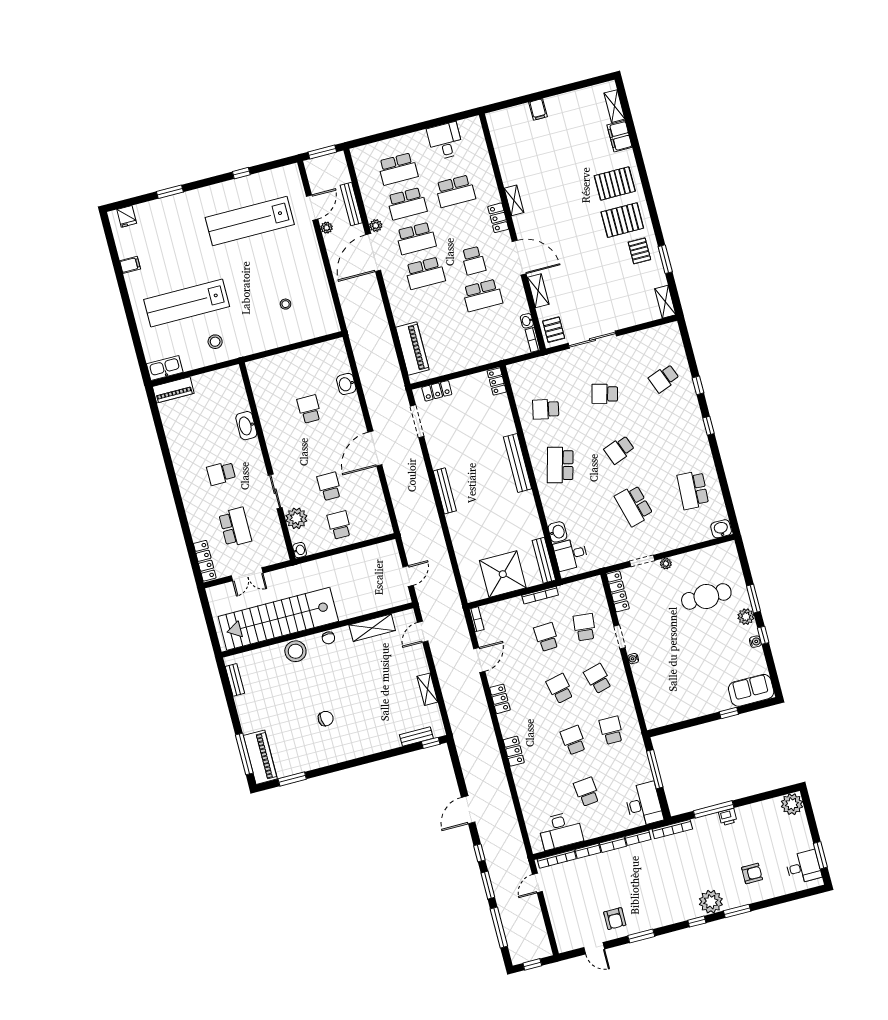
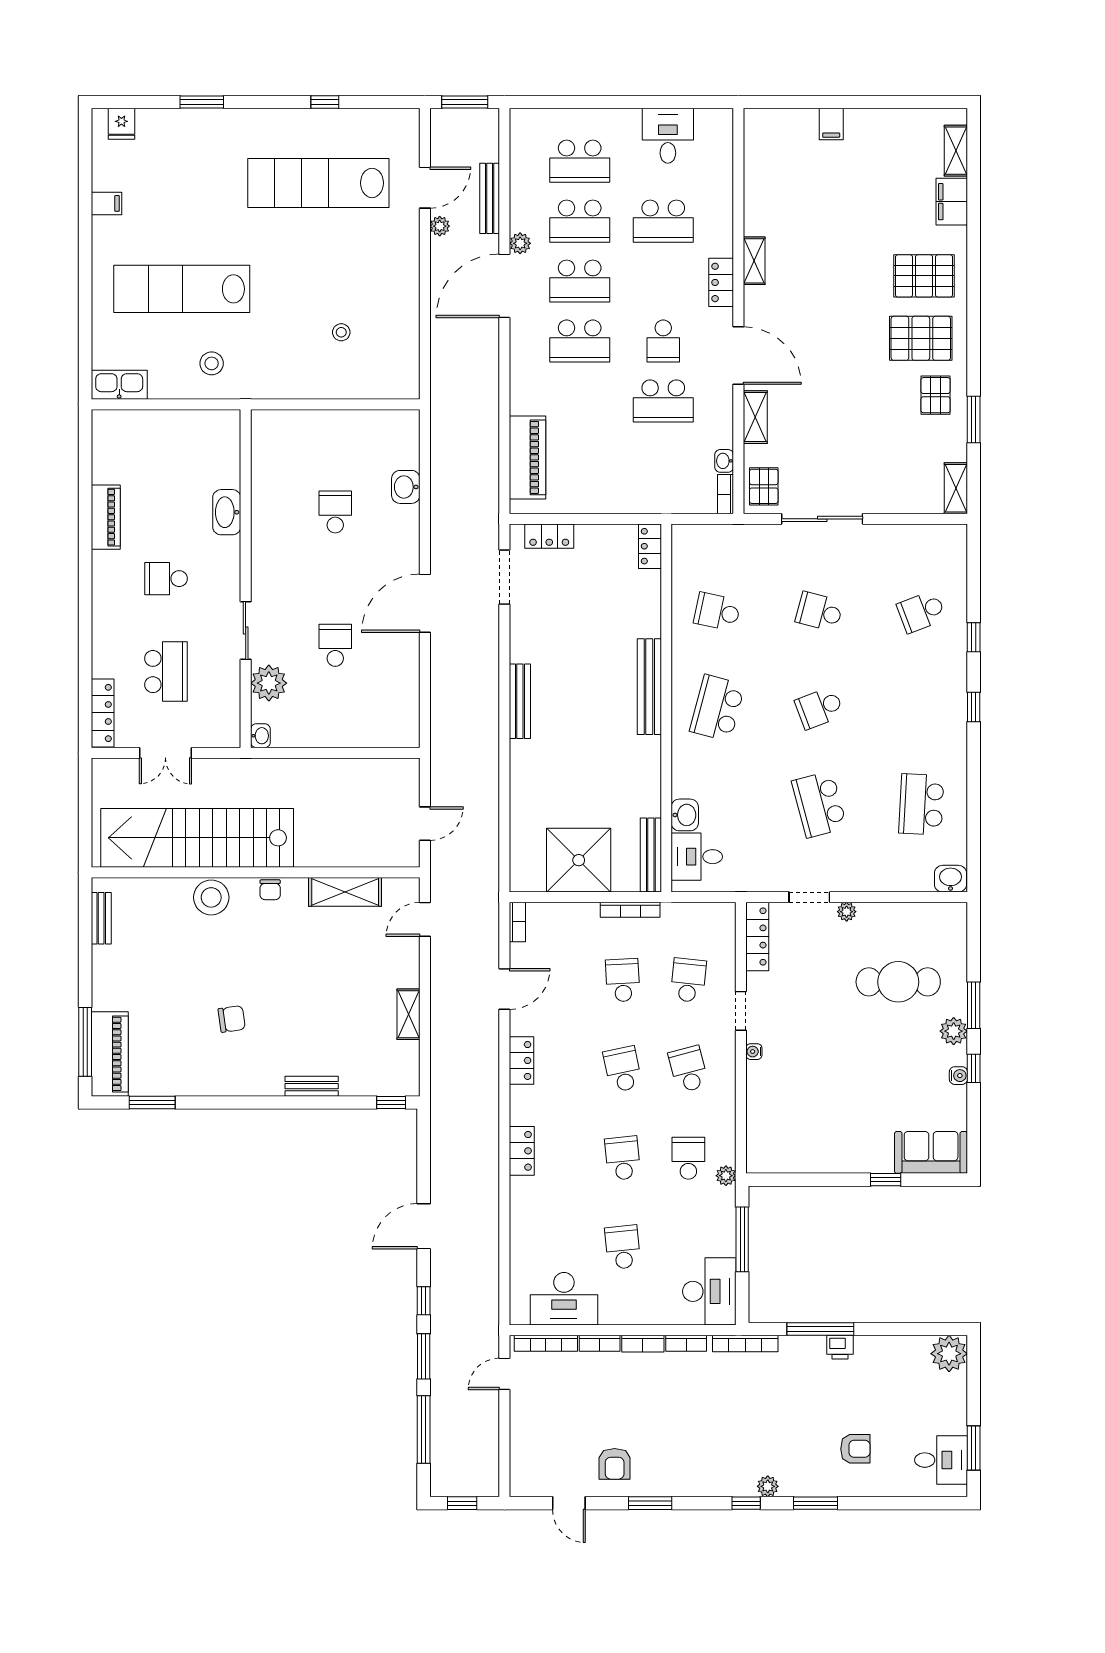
piano: (173, 390) -> (106, 517), moved, turned -90
school desk: (339, 525) -> (335, 712), removed
plant: (636, 735) -> (726, 1176), added
bench: (416, 736) -> (312, 1086), moved
plant: (711, 902) -> (768, 1486), width x0.53, depth x0.53

